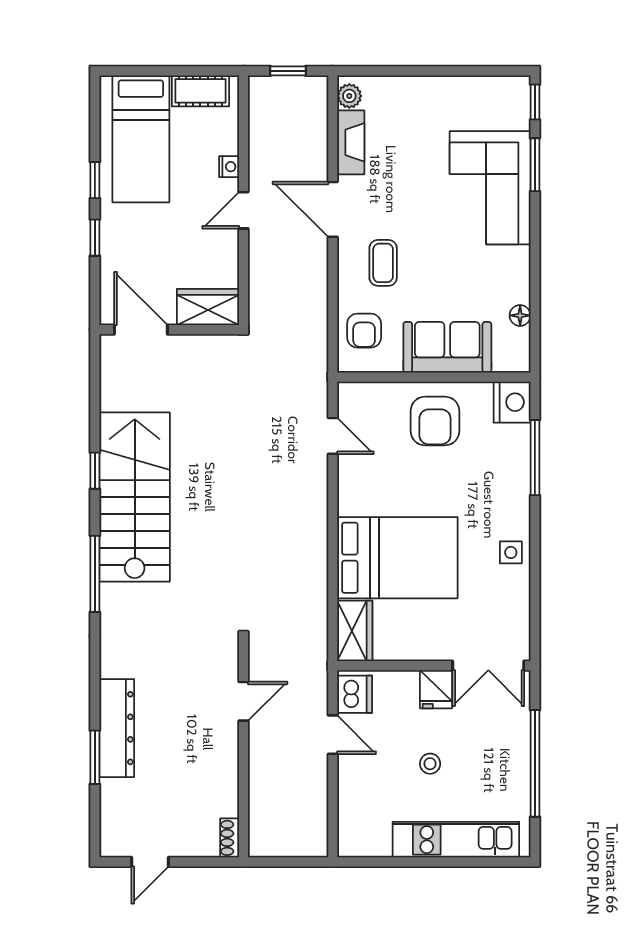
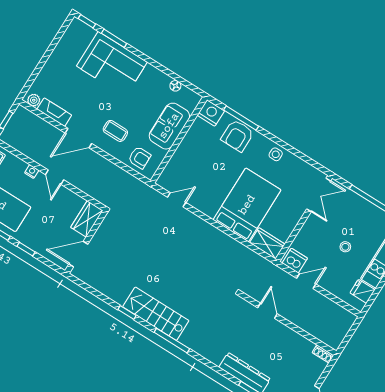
armchair: (435, 421) -> (237, 136), moved, turned 90
stairs: (135, 497) -> (156, 314), width x0.73, depth x0.66
fridge: (436, 689) -> (362, 291), moved, turned 180

